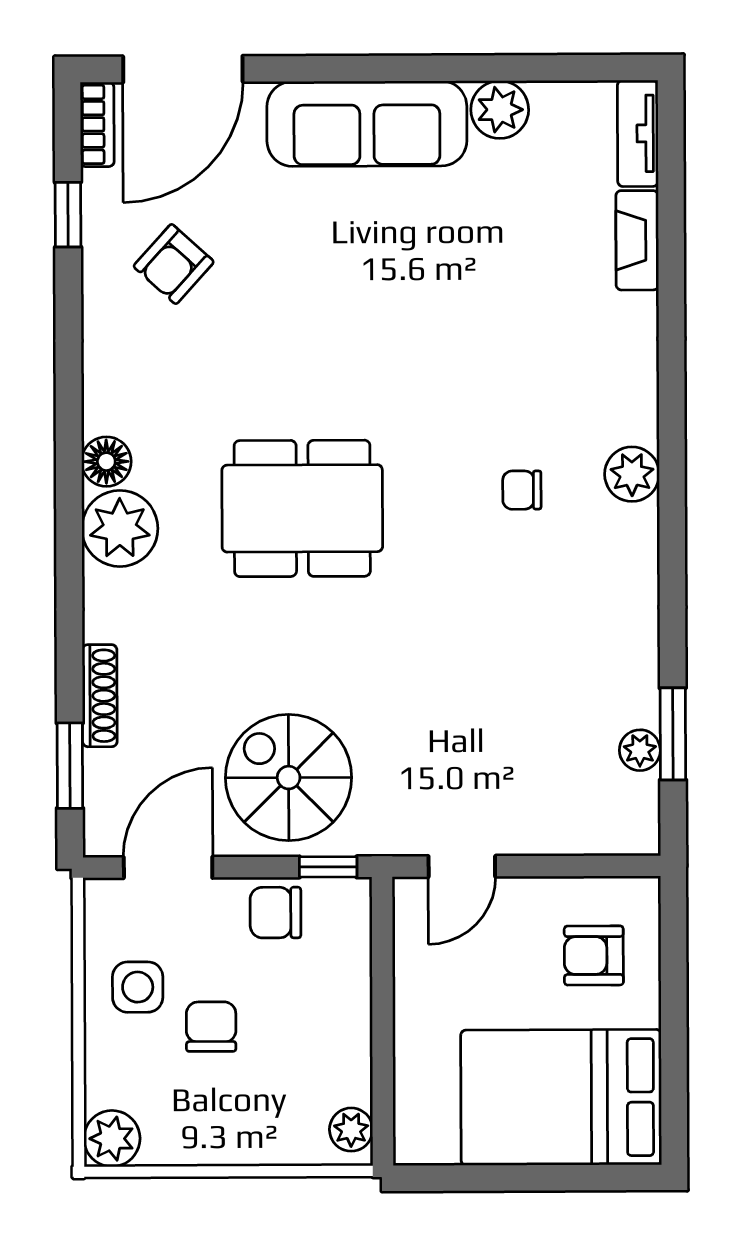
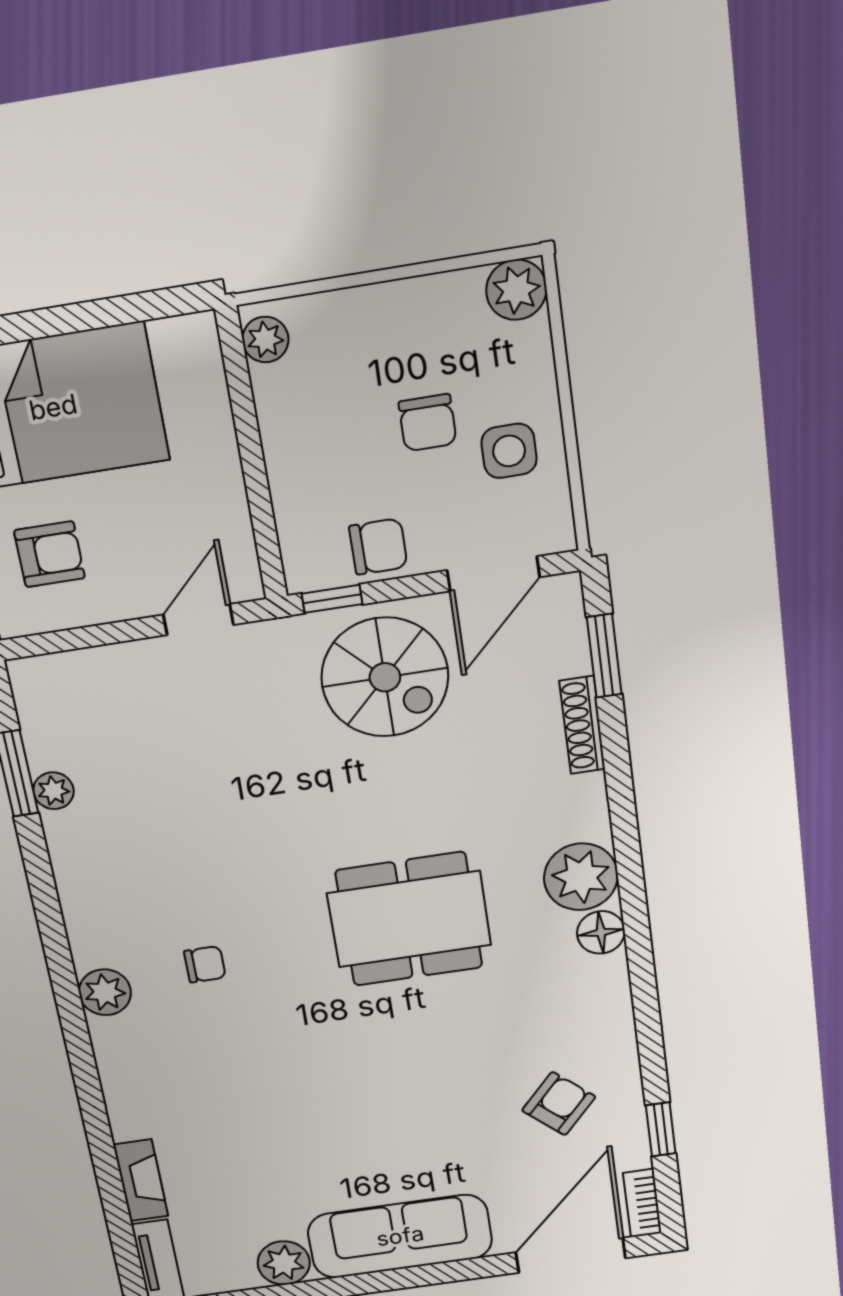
plant: (640, 750) -> (54, 791), moved

